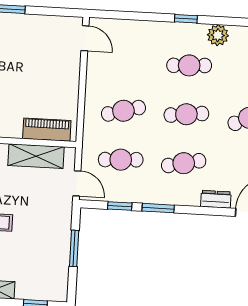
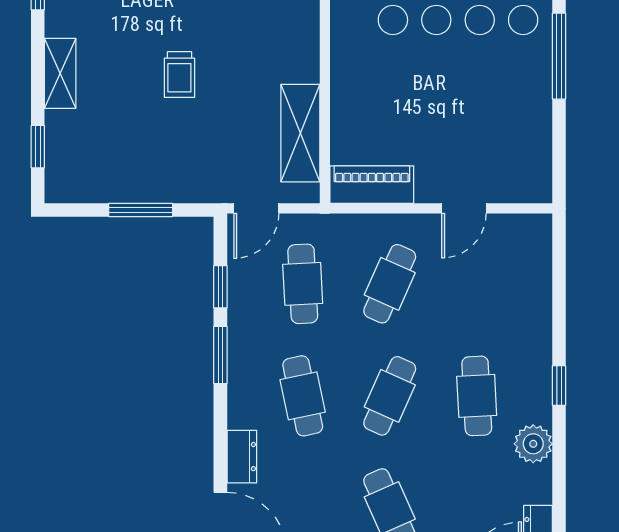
door: (85, 38) -> (464, 208), moved
cafe table: (123, 111) -> (390, 284), turned 39
cafe table: (186, 114) -> (390, 396), turned 30
piano: (47, 130) -> (372, 185), moved, turned -90

